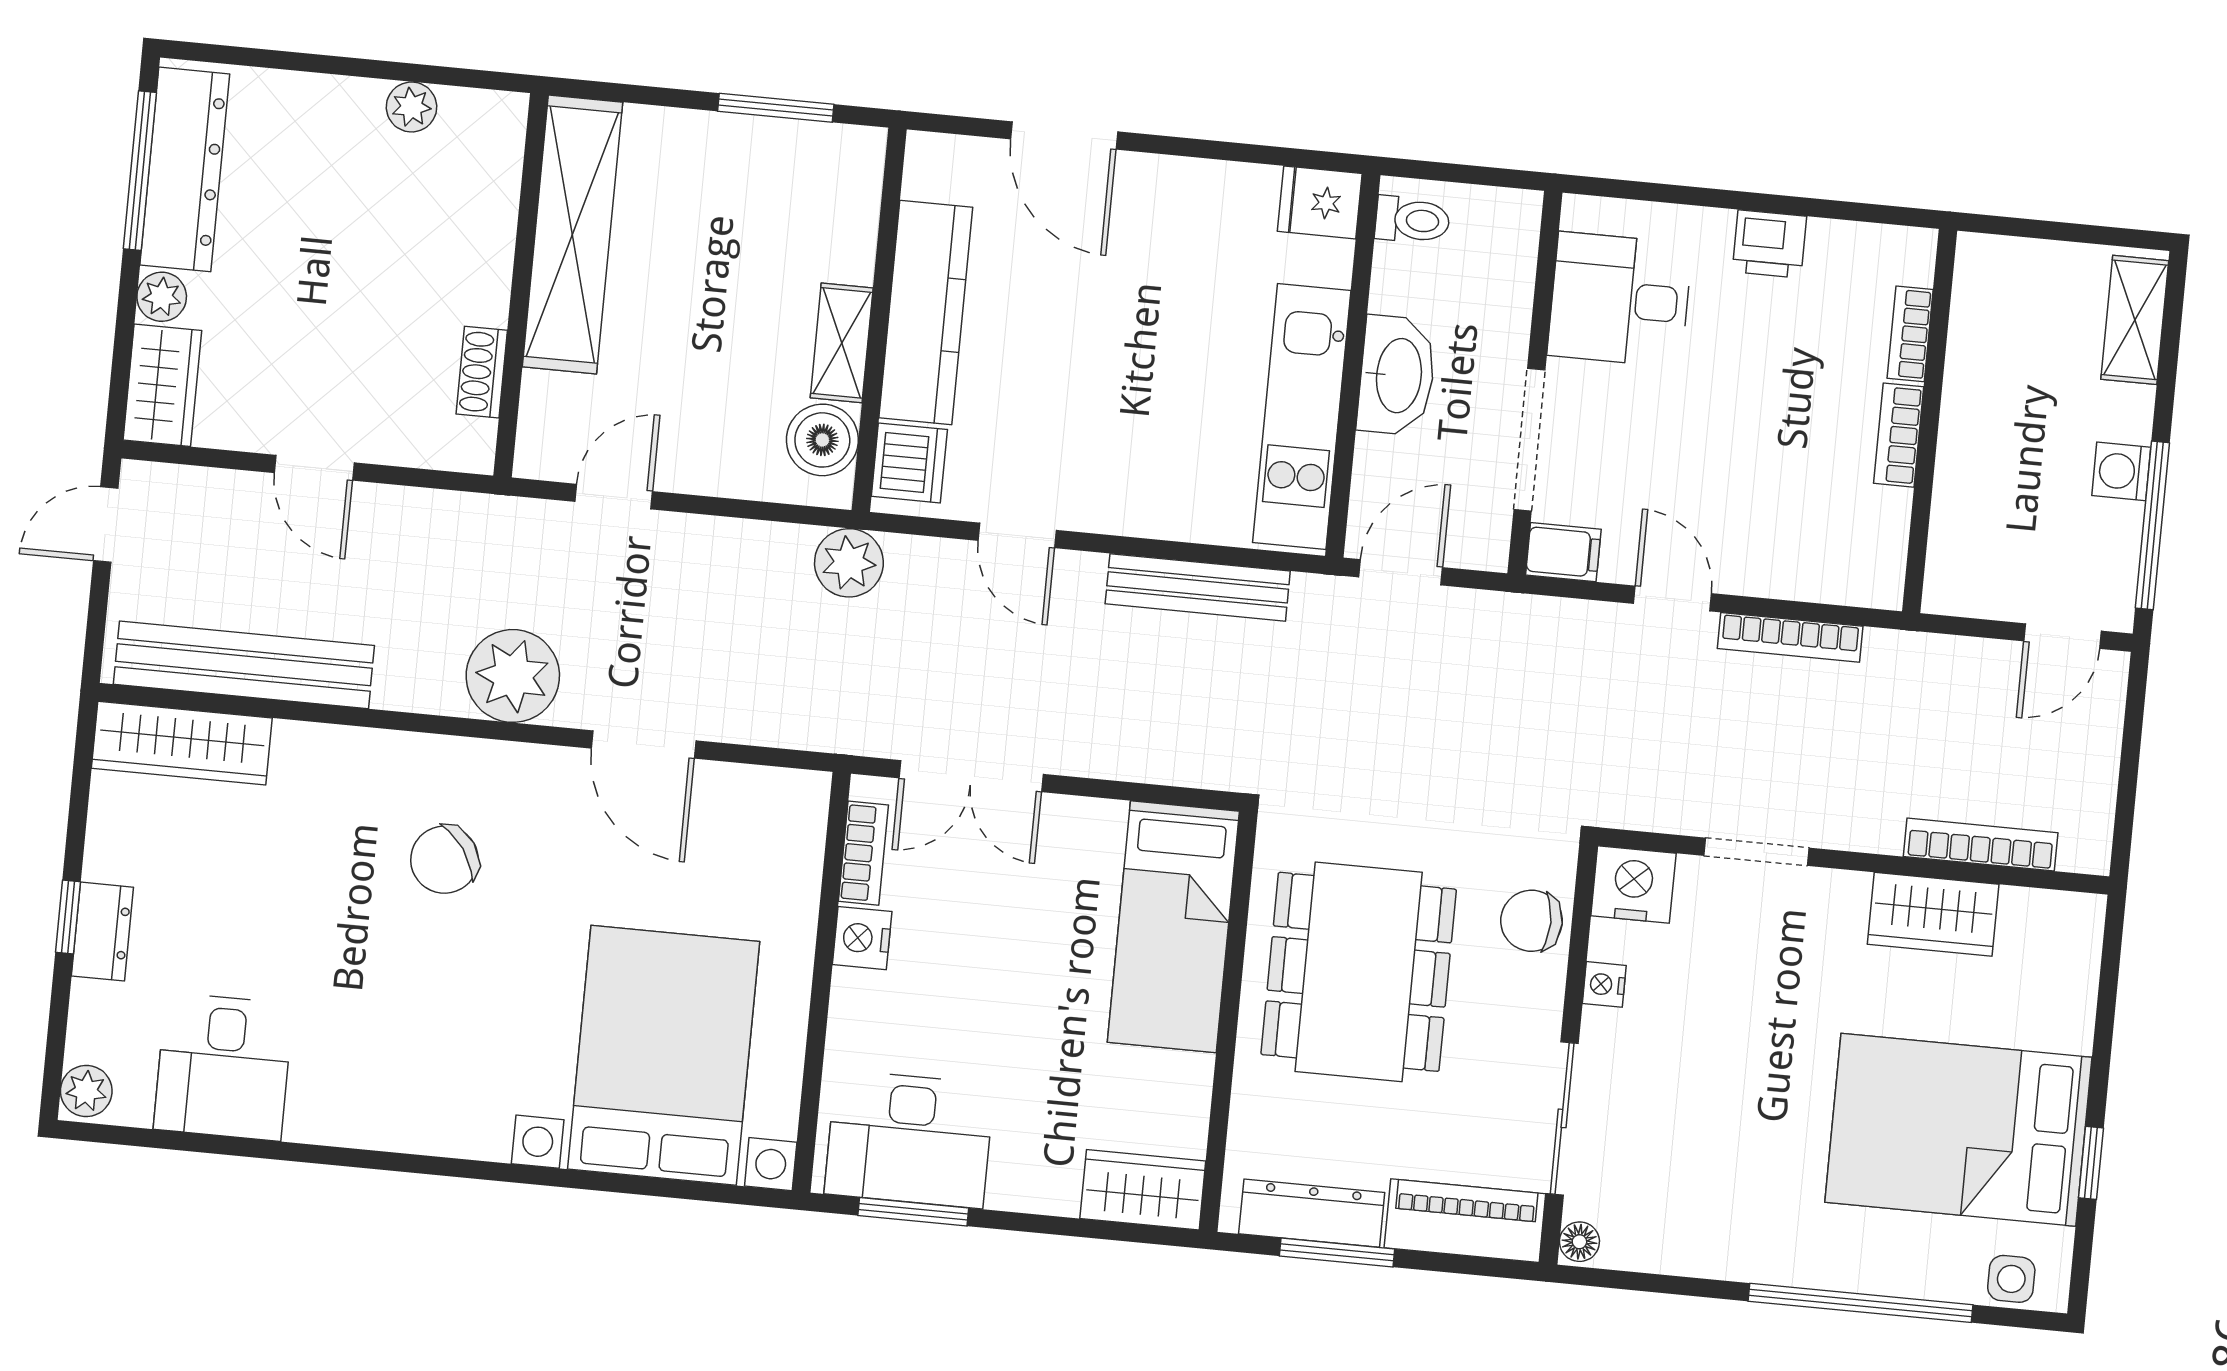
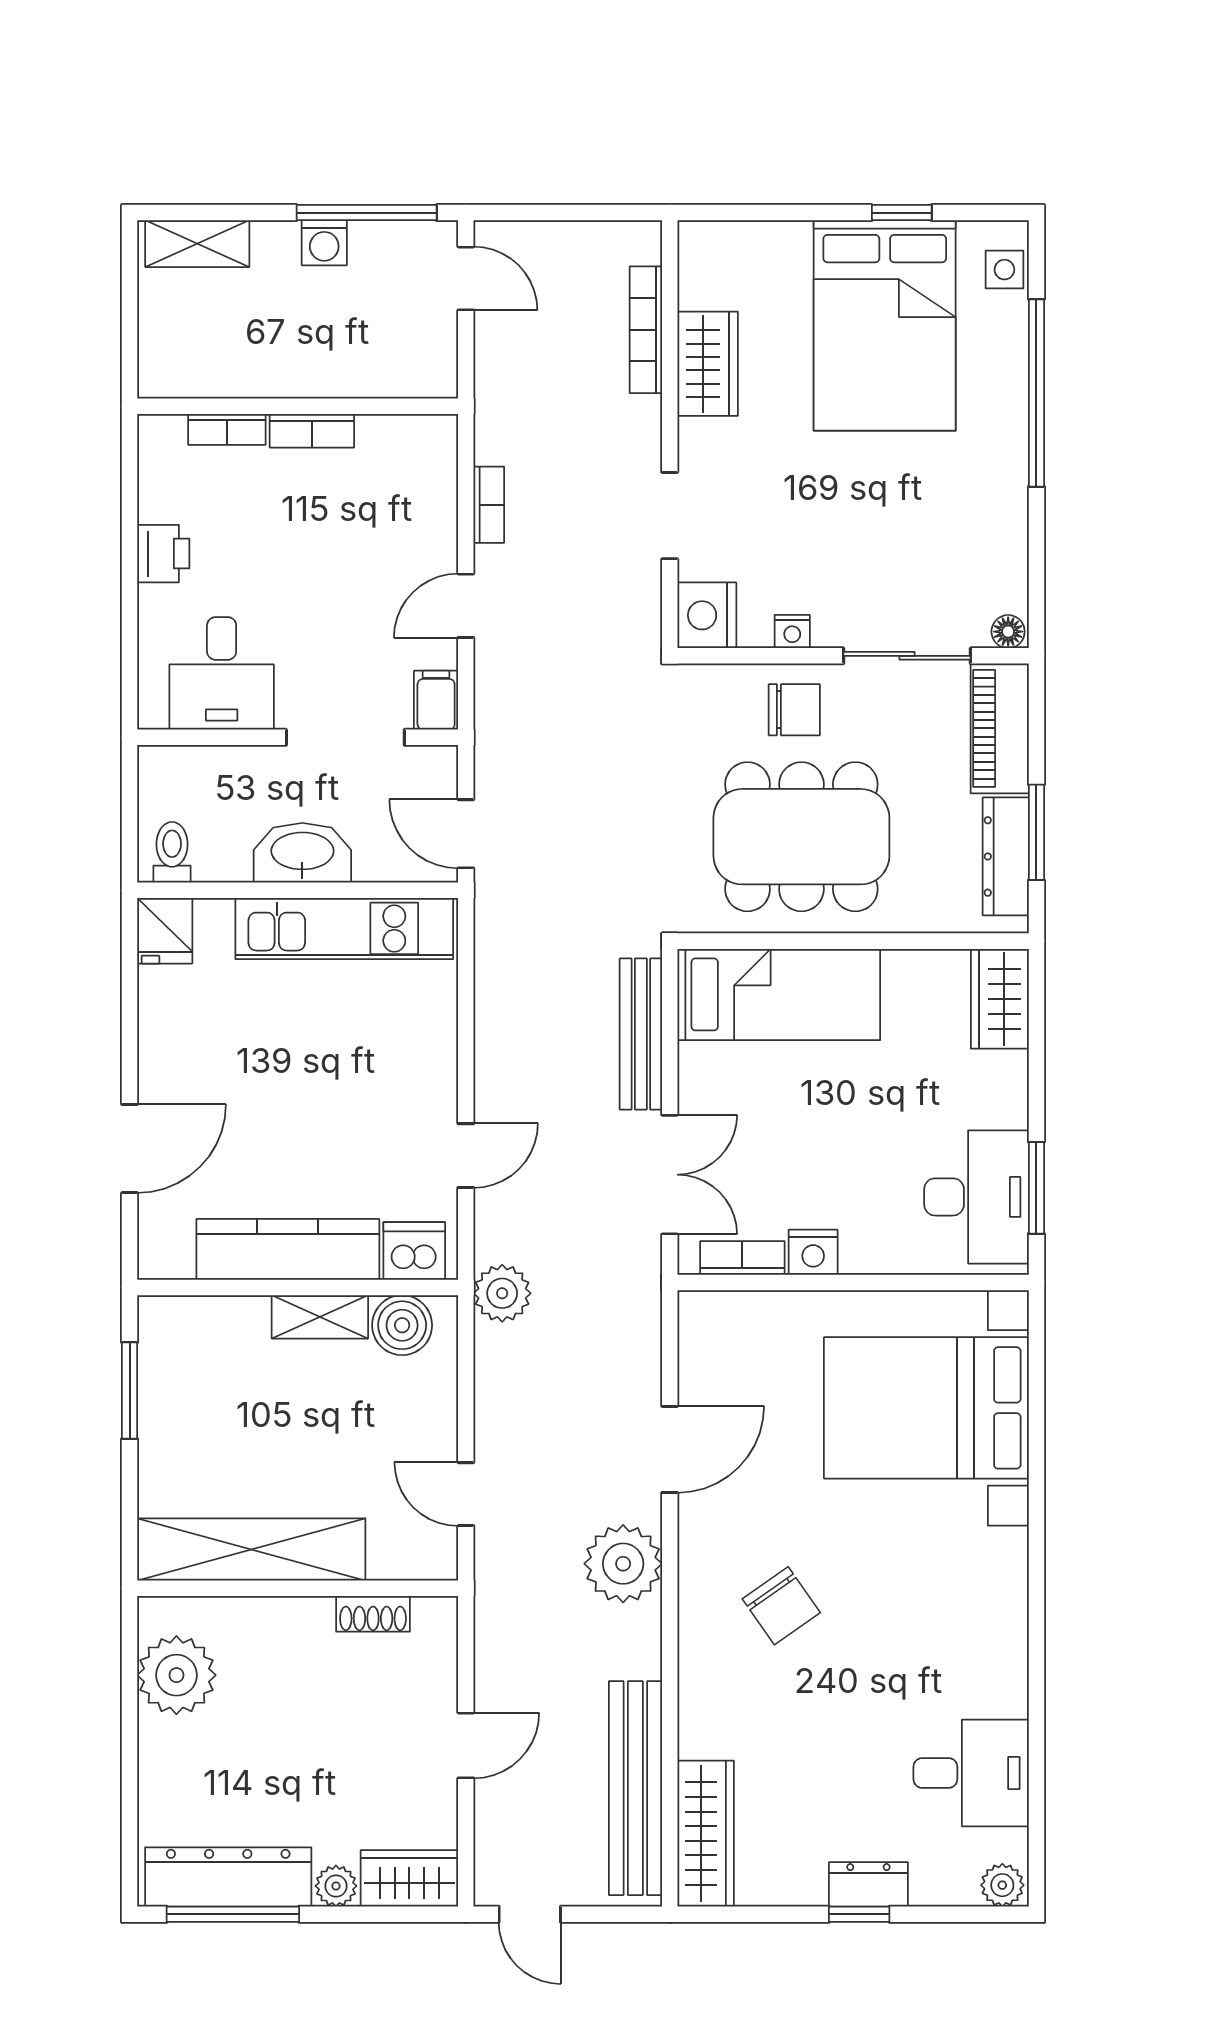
plant: (411, 107) -> (176, 1675), width x1.87, depth x1.87
bench: (1198, 587) -> (641, 1034), moved
bookcase: (1790, 637) -> (489, 505), width x0.64
chair: (1532, 921) -> (794, 710), moved, turned -90

